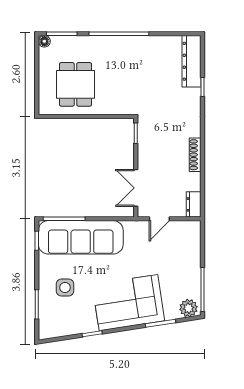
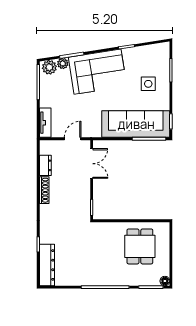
dresser: (194, 204) -> (45, 165), moved
tv unit: (194, 239) -> (45, 123), added
plant: (172, 313) -> (63, 63), added

